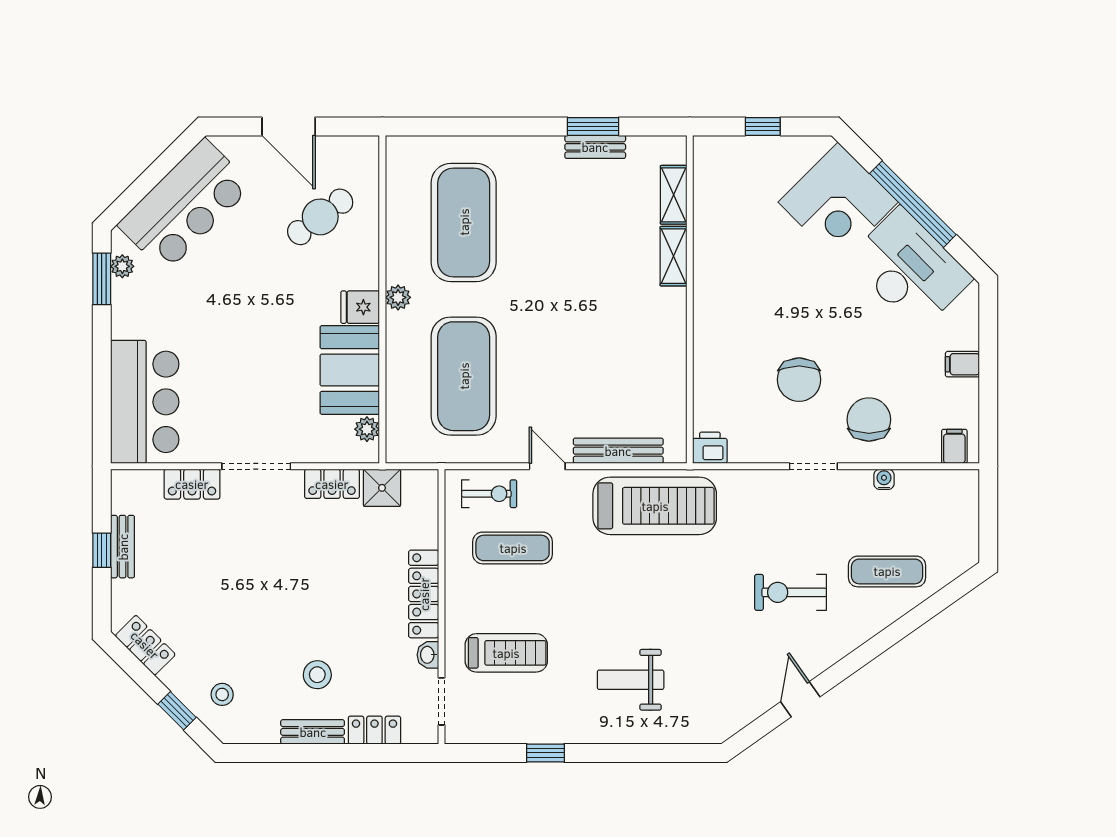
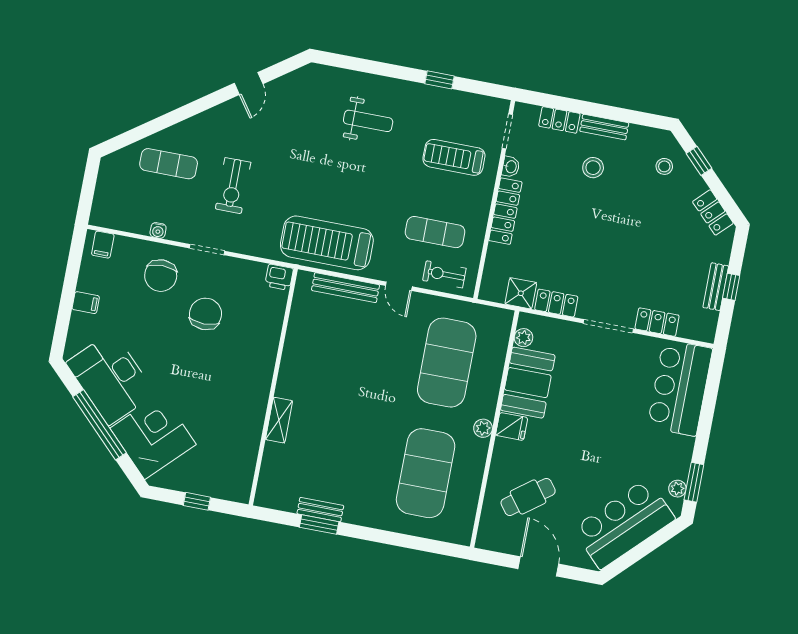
shelving: (674, 195) -> (270, 464), removed
exercise bike: (791, 592) -> (233, 186), moved, turned 90

